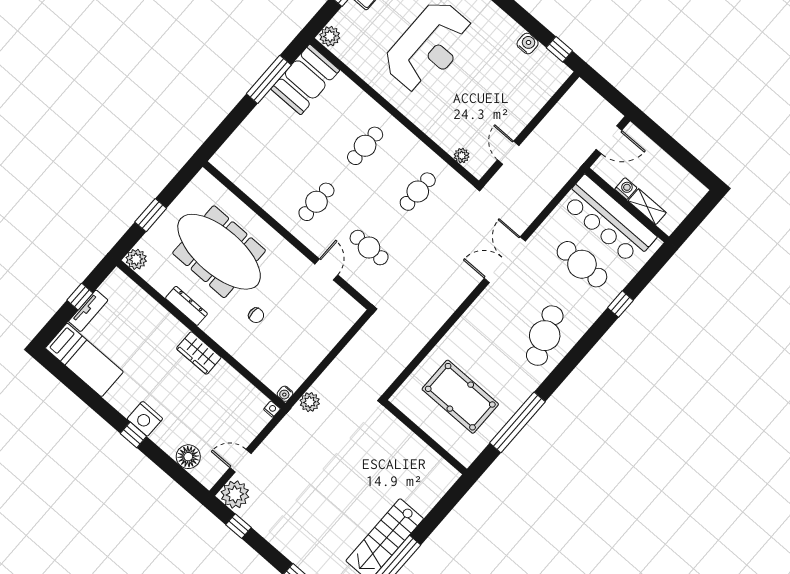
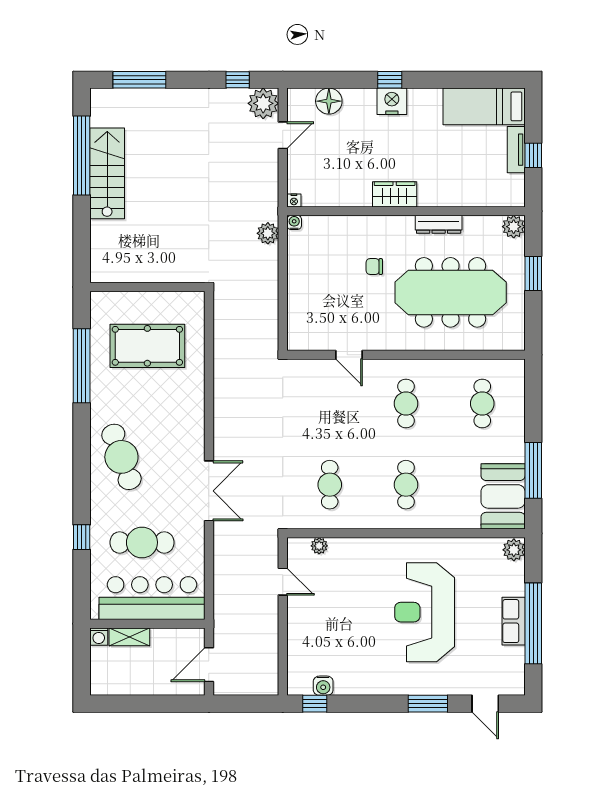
water cooler: (528, 43) -> (323, 686), moved
washing machine: (626, 188) -> (99, 637), moved
cafe table: (369, 248) -> (482, 403), moved, turned 90

